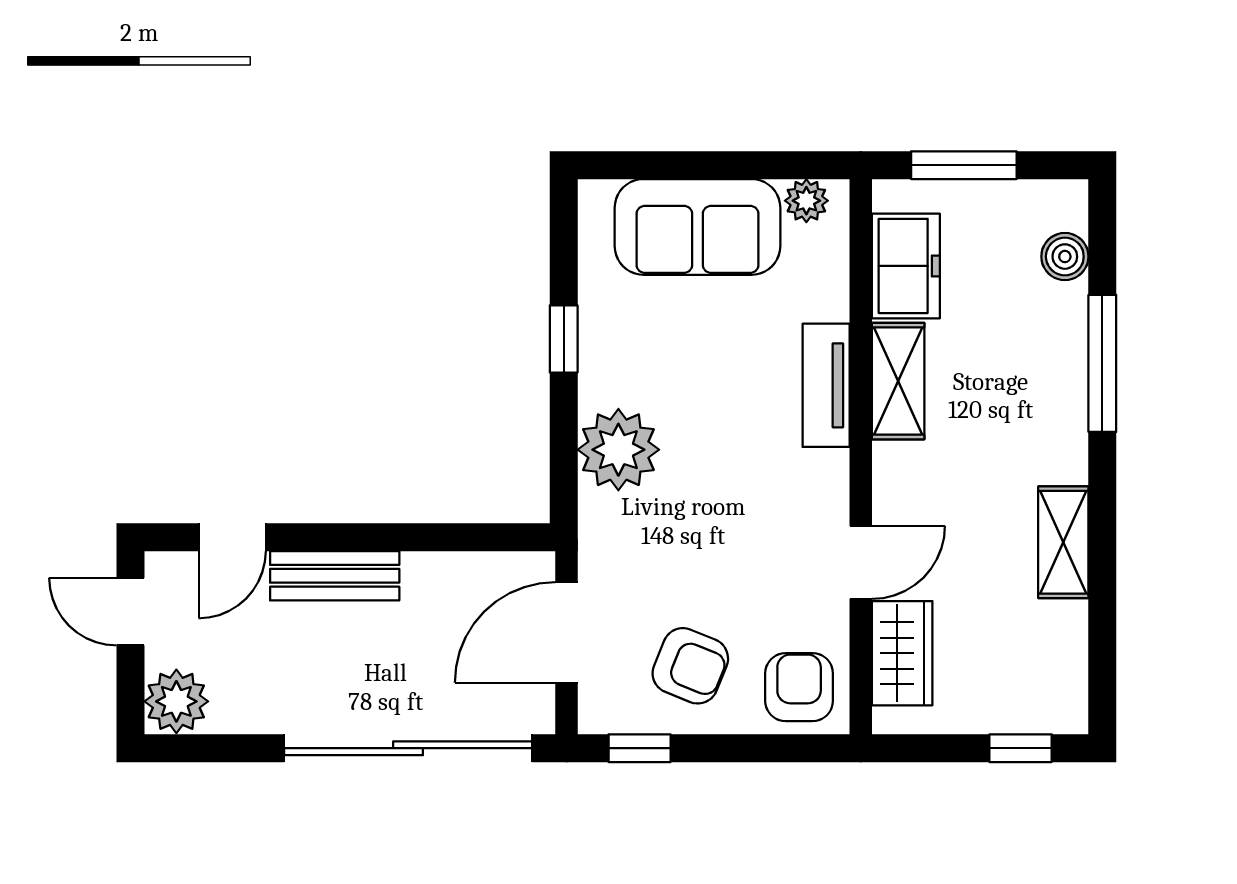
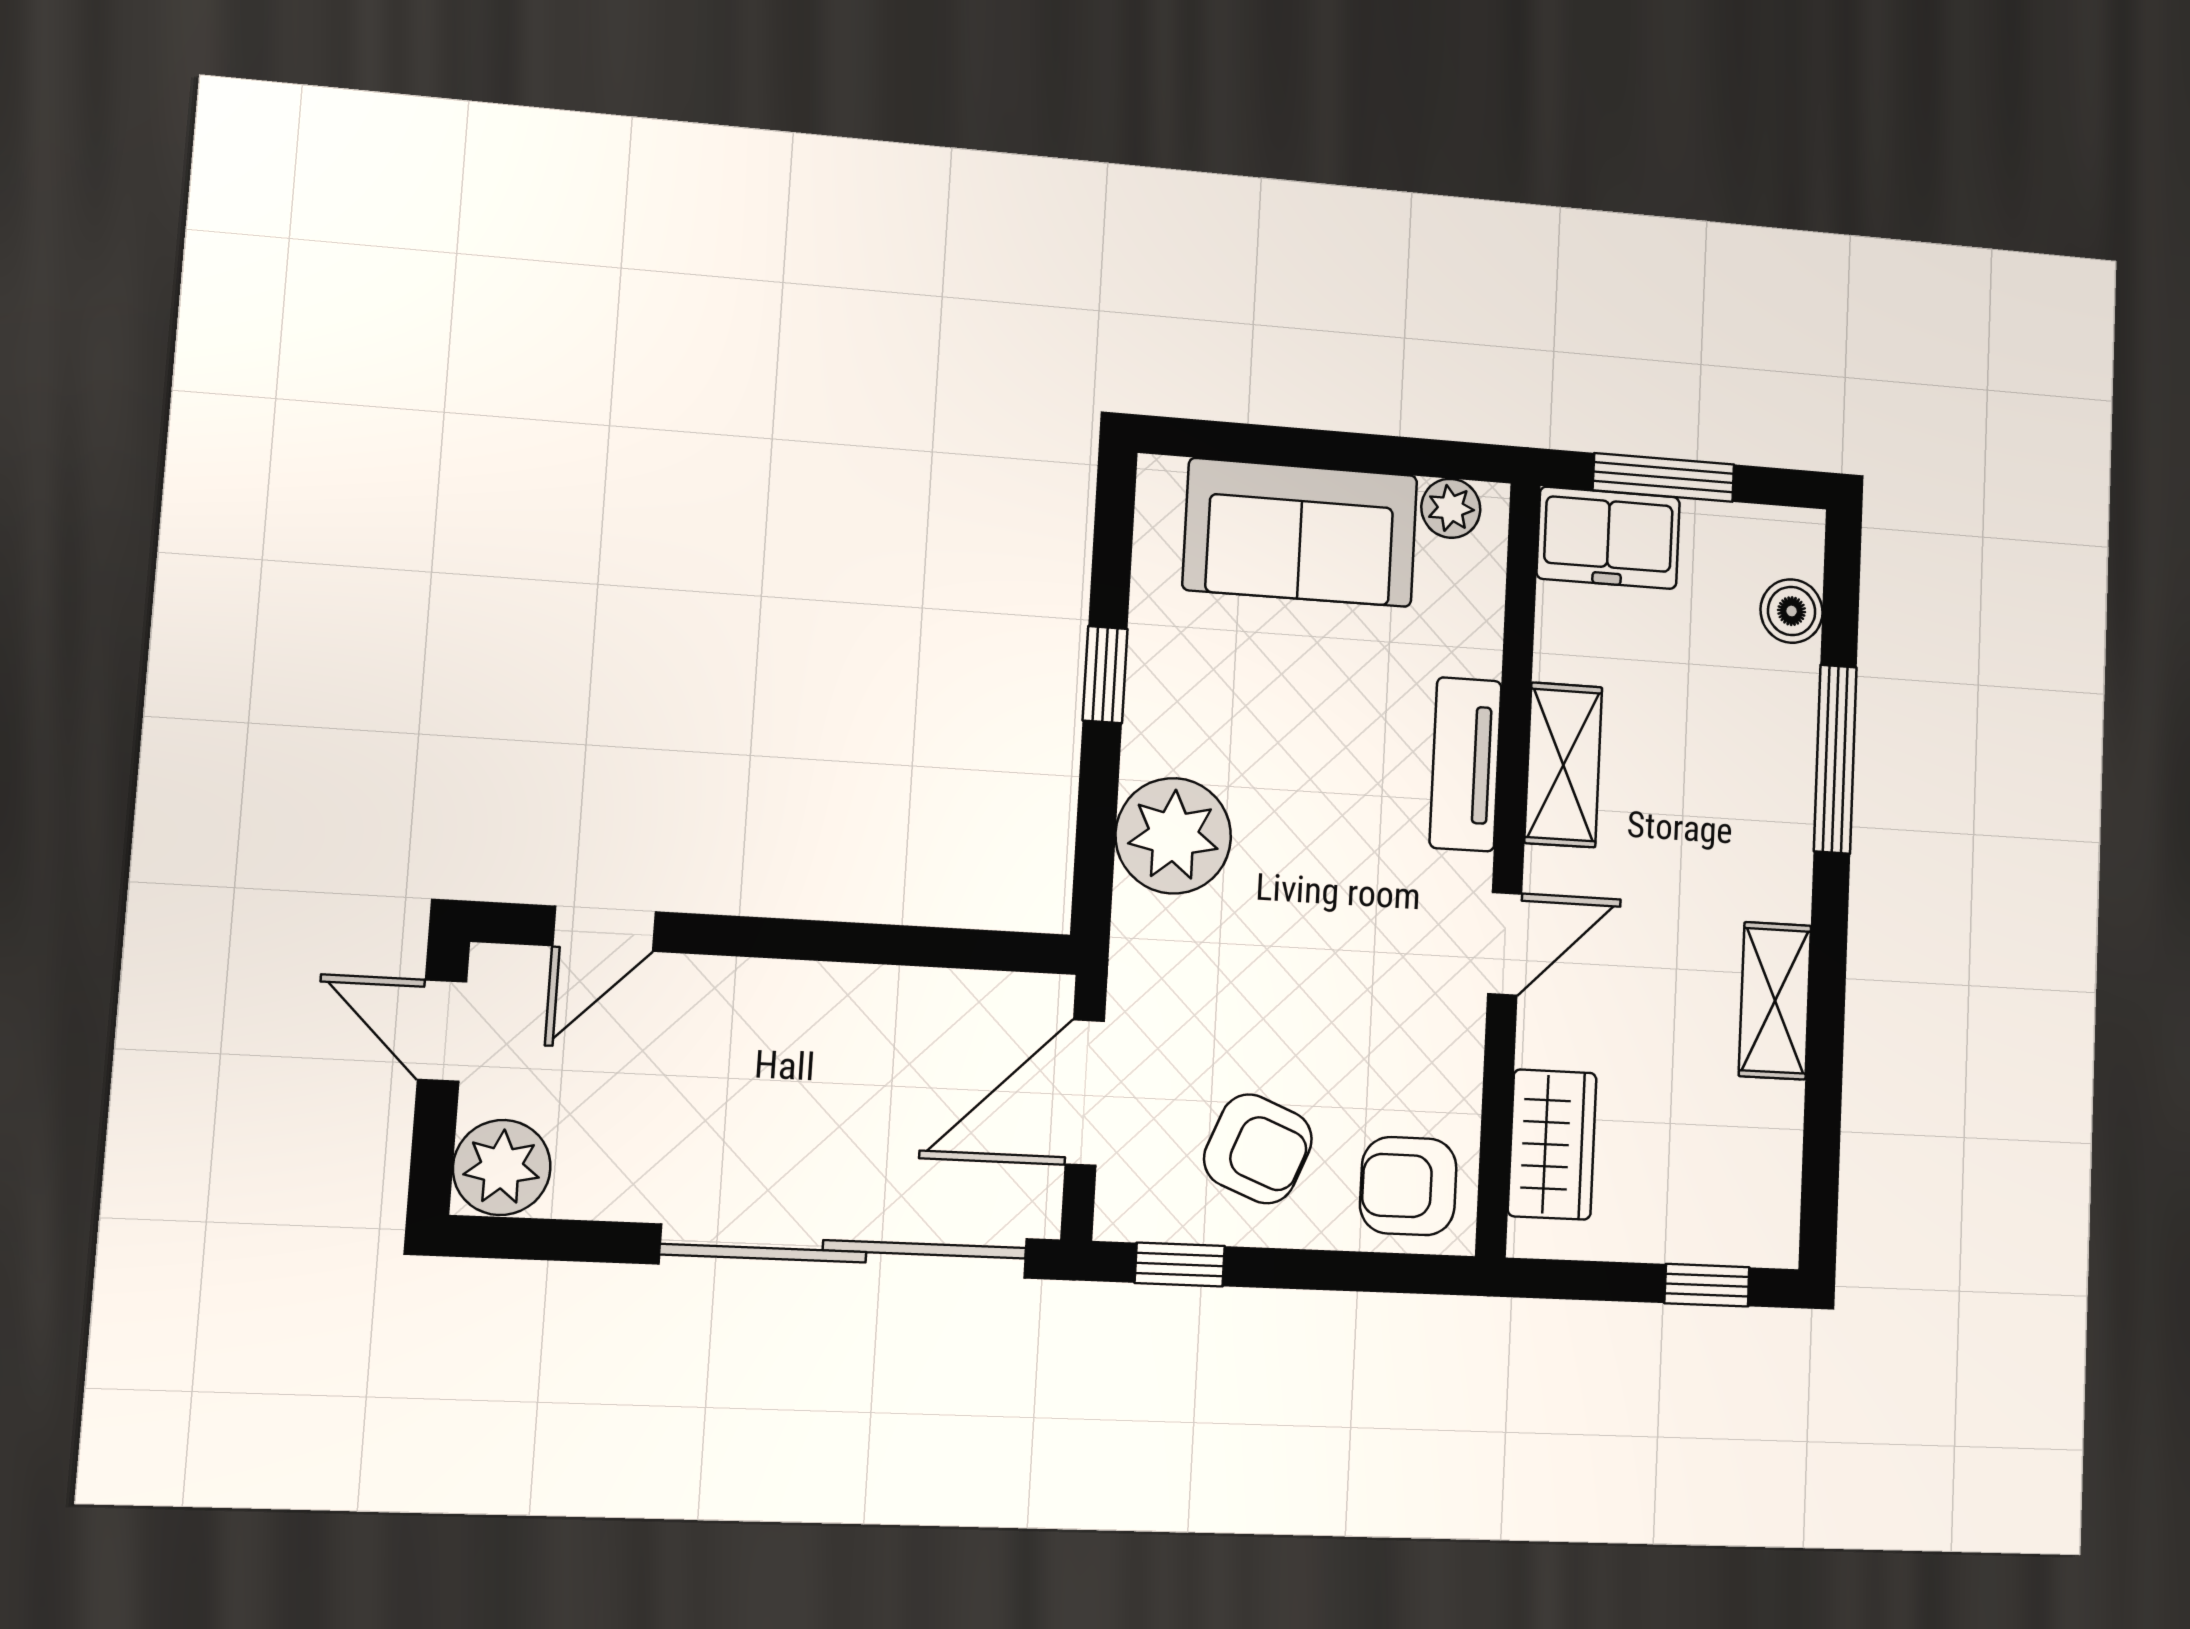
freezer: (906, 266) -> (1608, 538), moved, turned 90
door: (861, 562) -> (1505, 944), moved
bench: (335, 576) -> (753, 993), removed
armchair: (799, 687) -> (1408, 1186), turned -90

